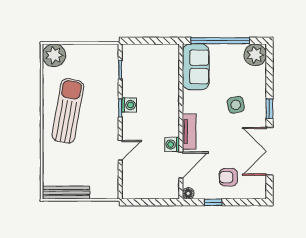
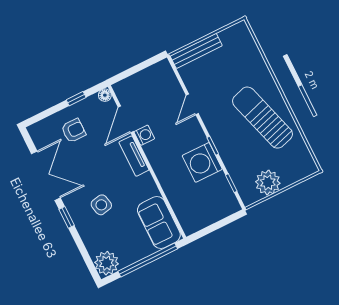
plant: (54, 55) -> (268, 183), moved
washing machine: (129, 105) -> (202, 162), width x1.89, depth x1.89
sun lounger: (68, 111) -> (262, 118), turned 153
bench: (66, 193) -> (196, 51), moved

